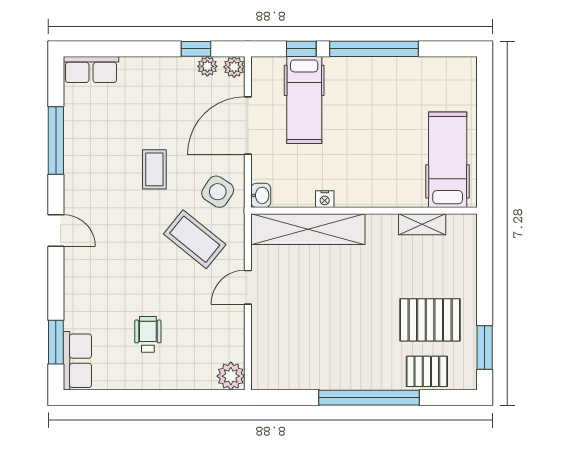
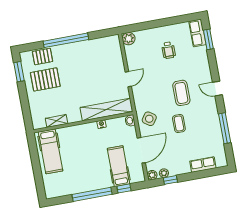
row of seats: (91, 69) -> (203, 165), moved
coffee table: (195, 239) -> (181, 93), moved, turned 51

